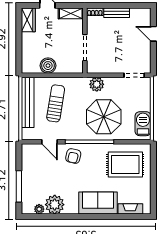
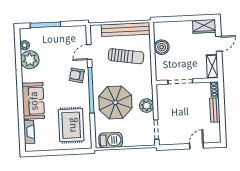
plant: (97, 84) -> (147, 106), moved

